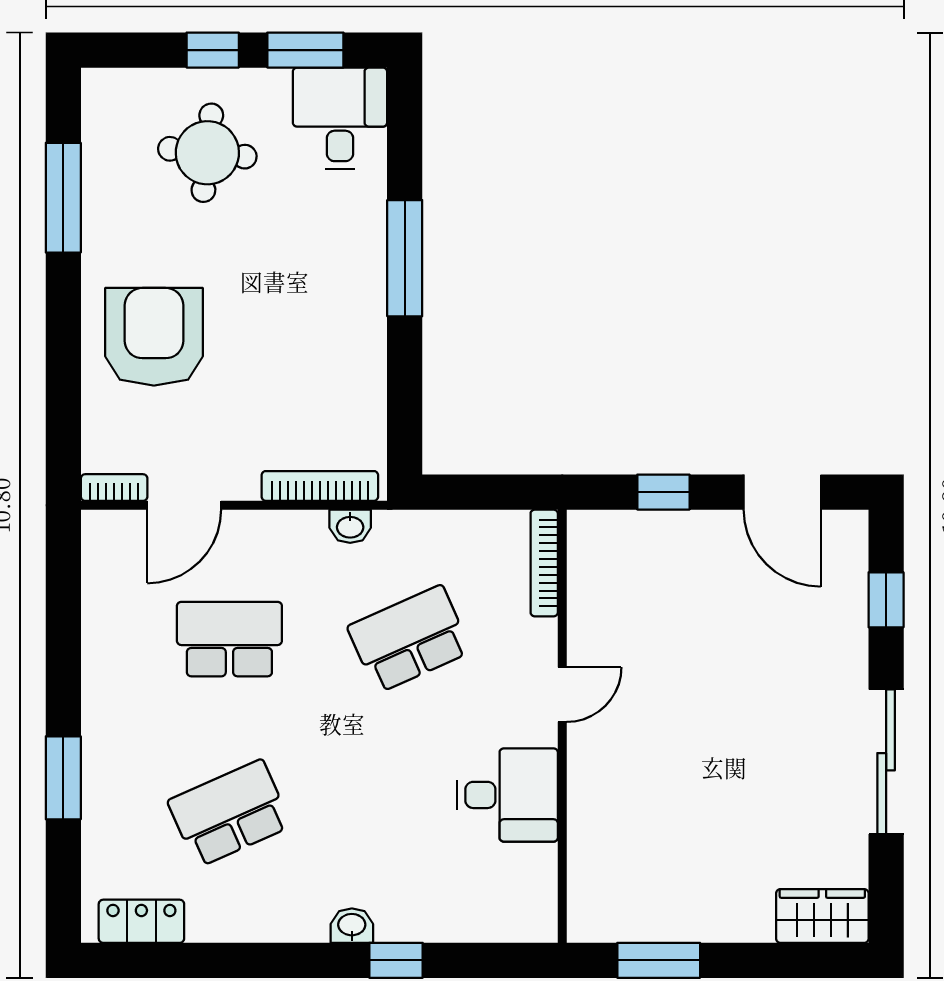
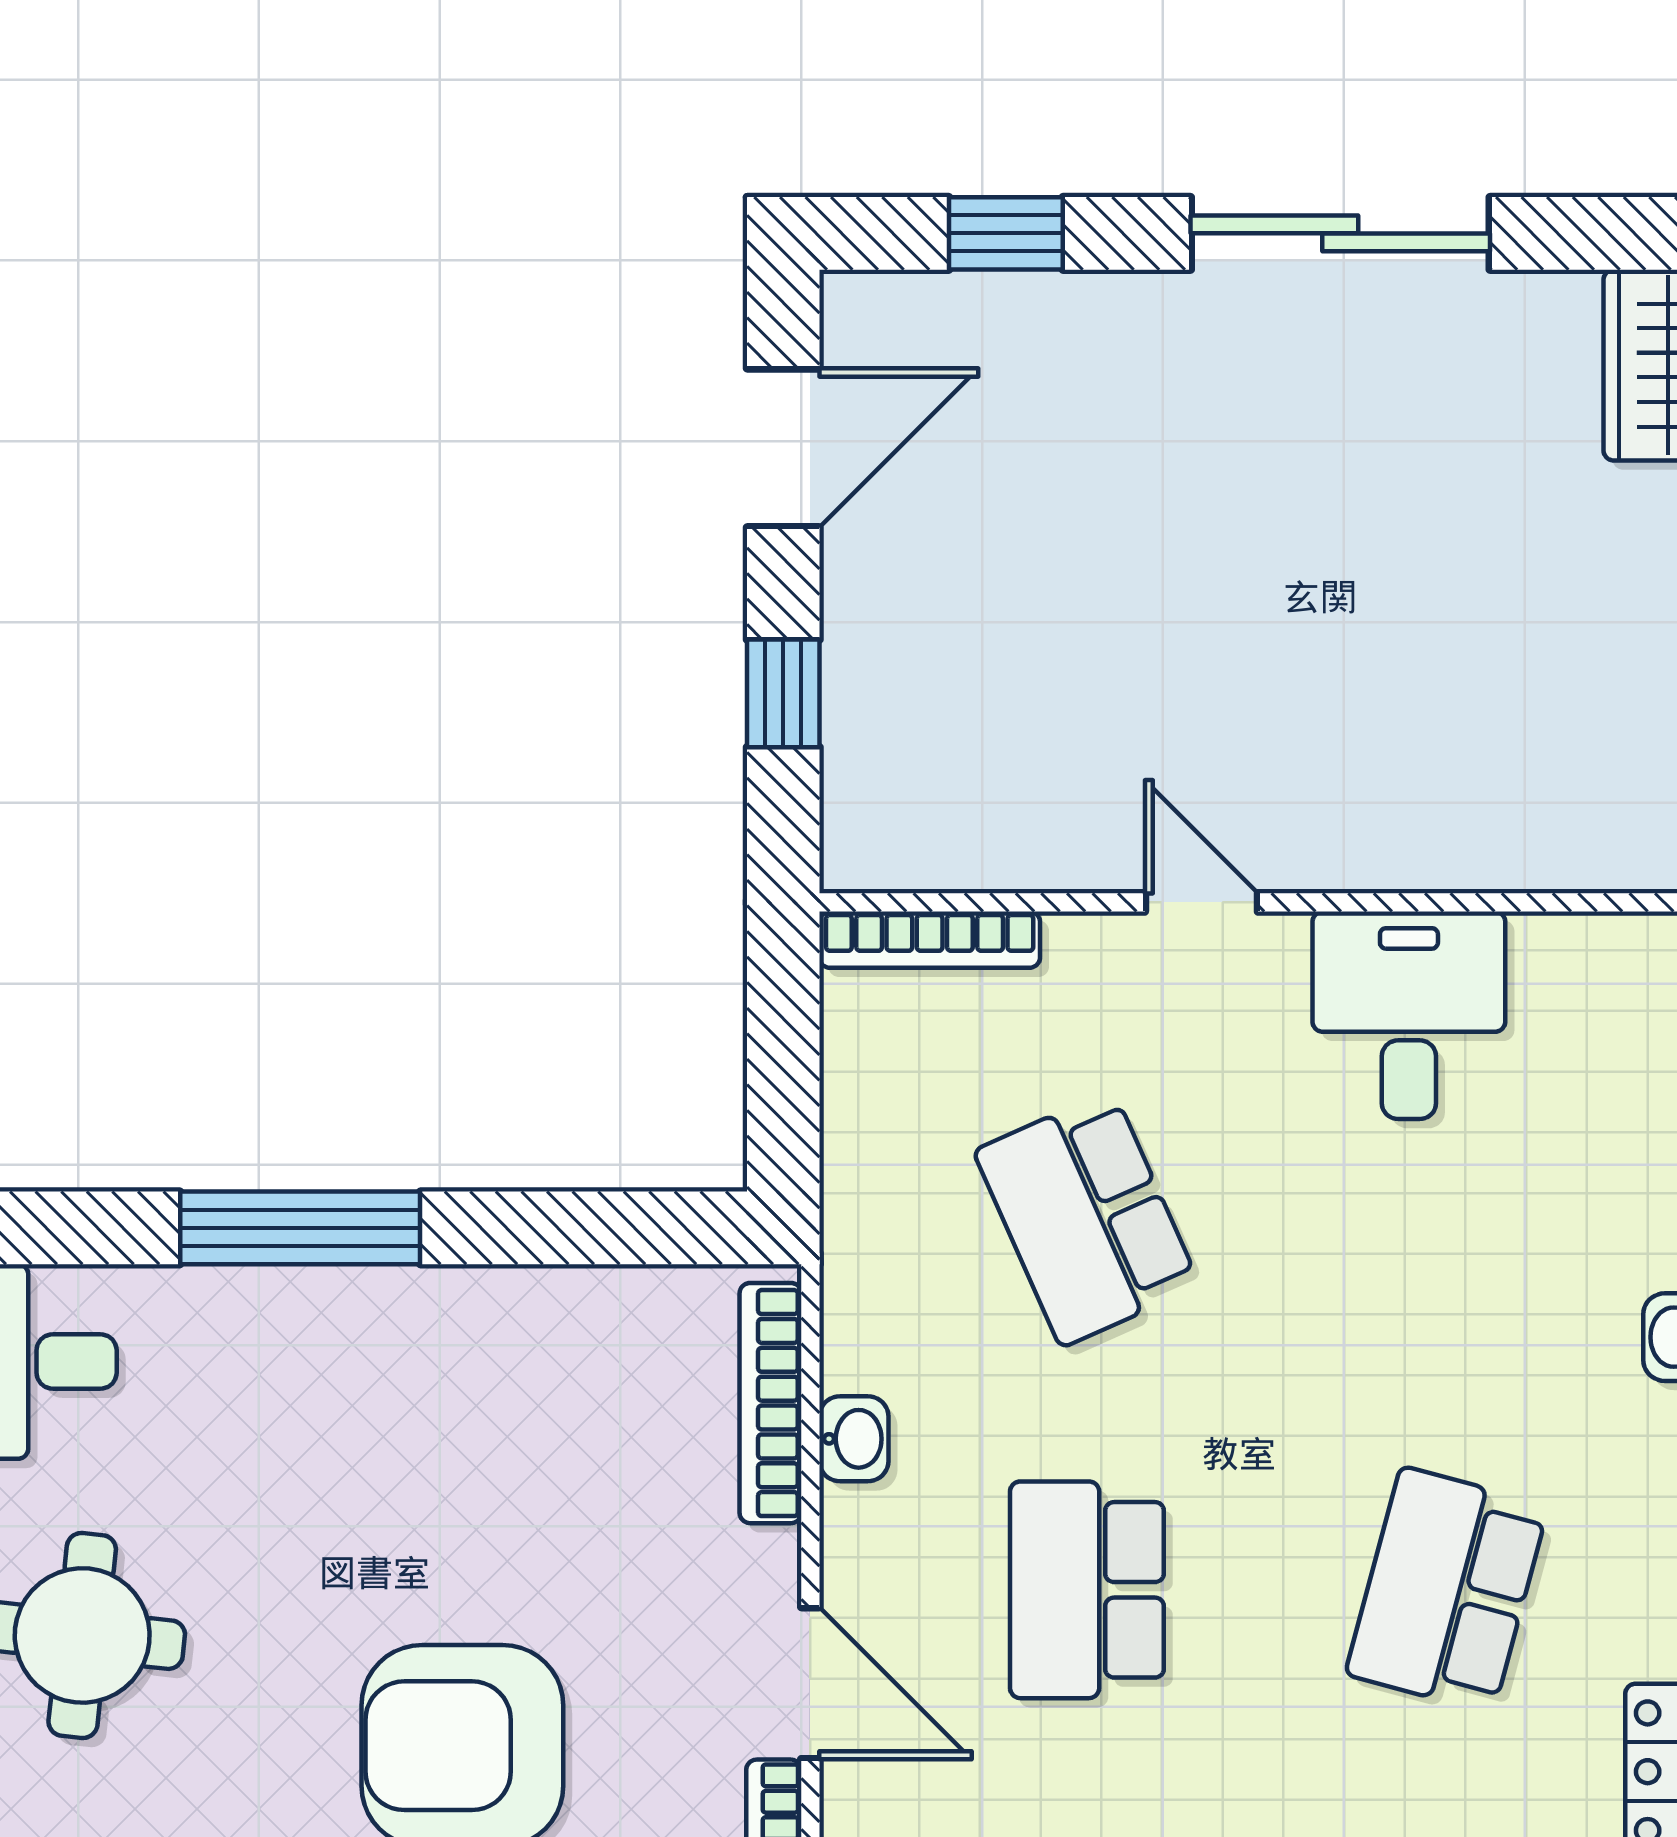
washbasin: (350, 526) -> (854, 1439), moved
school desk: (229, 813) -> (1447, 1590), turned 39

